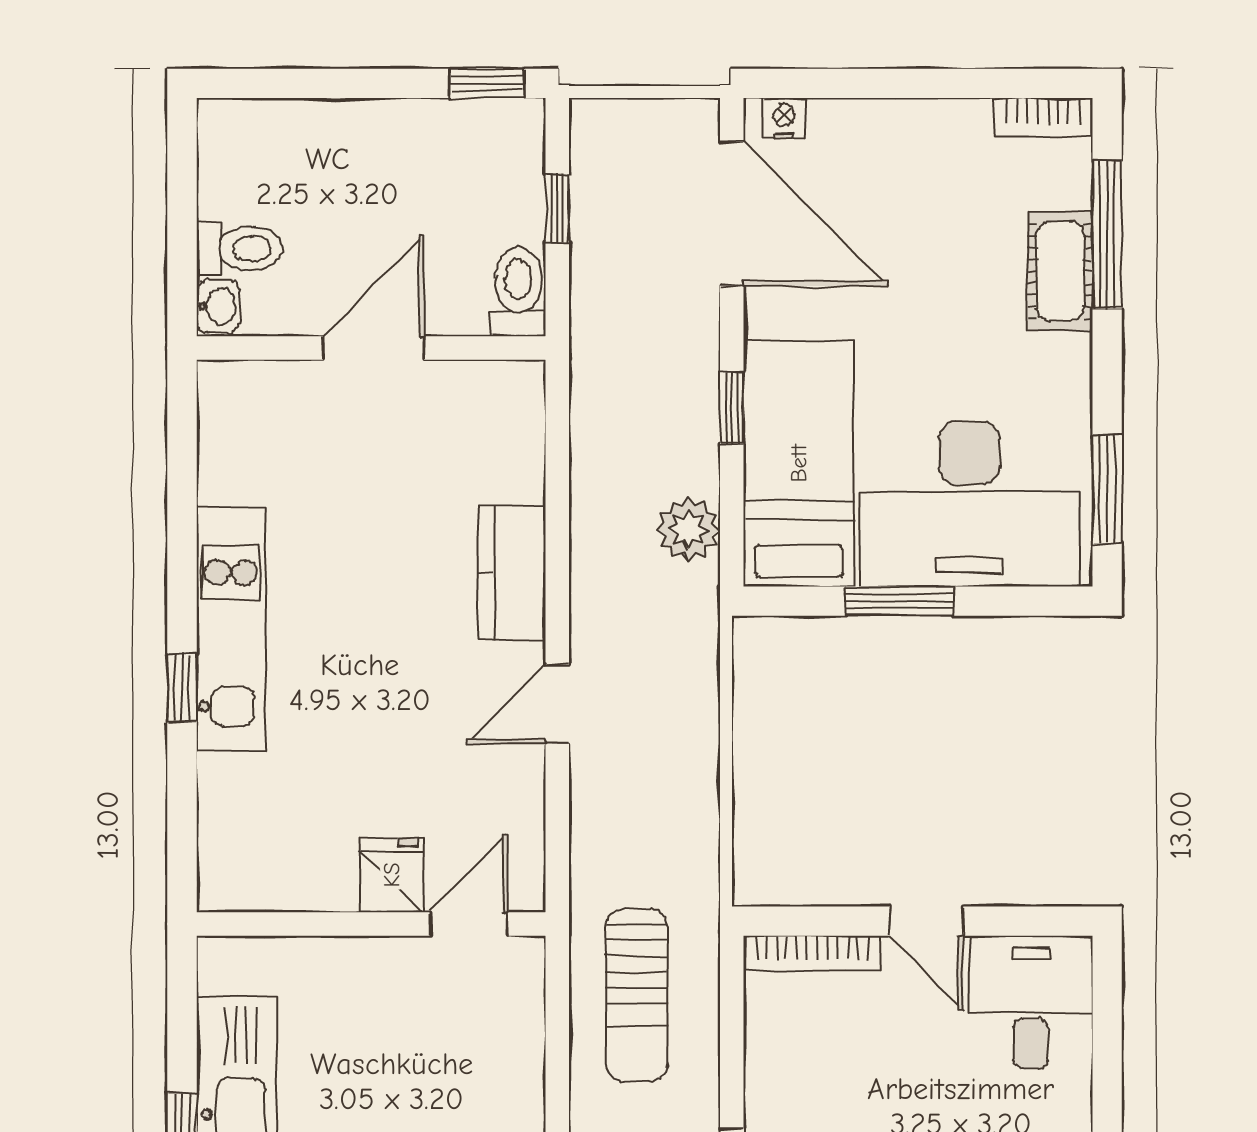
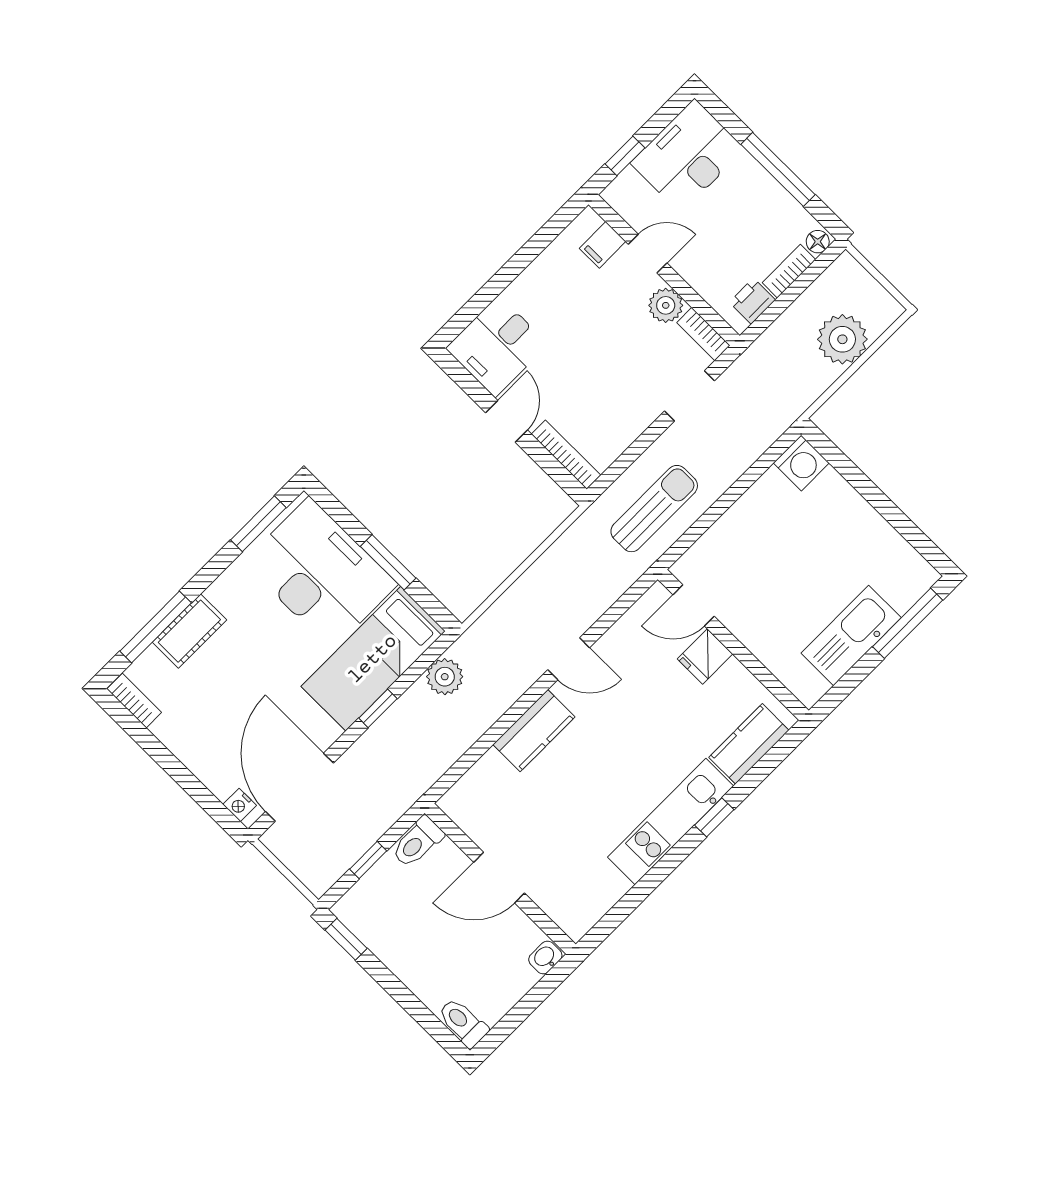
toilet: (240, 249) -> (463, 1023), moved
kitchen counter: (230, 821) -> (749, 744), added

